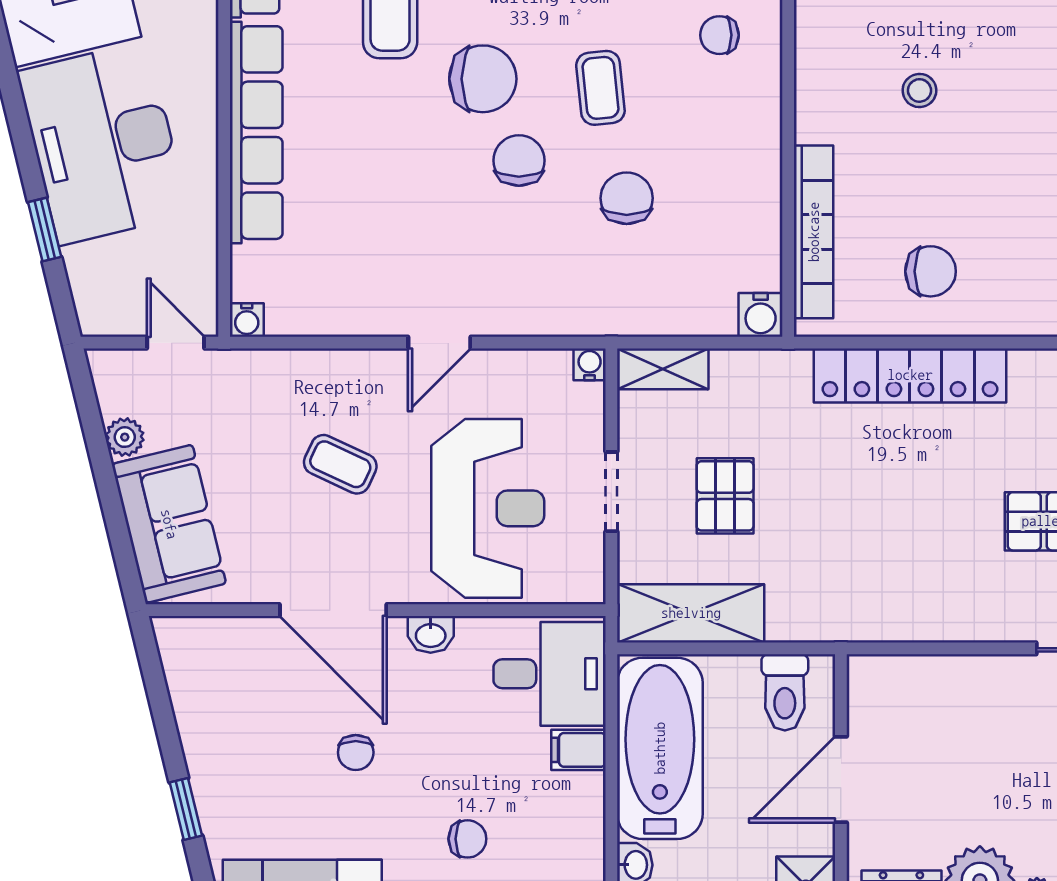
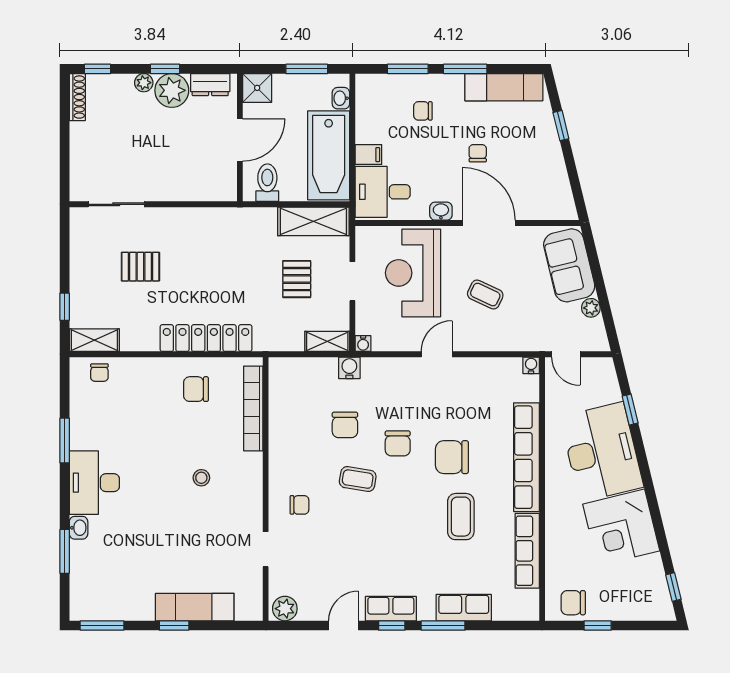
chair: (483, 79) -> (452, 457), moved
coffee table: (600, 88) -> (358, 479), turned -75
water cooler: (761, 315) -> (349, 368), moved

